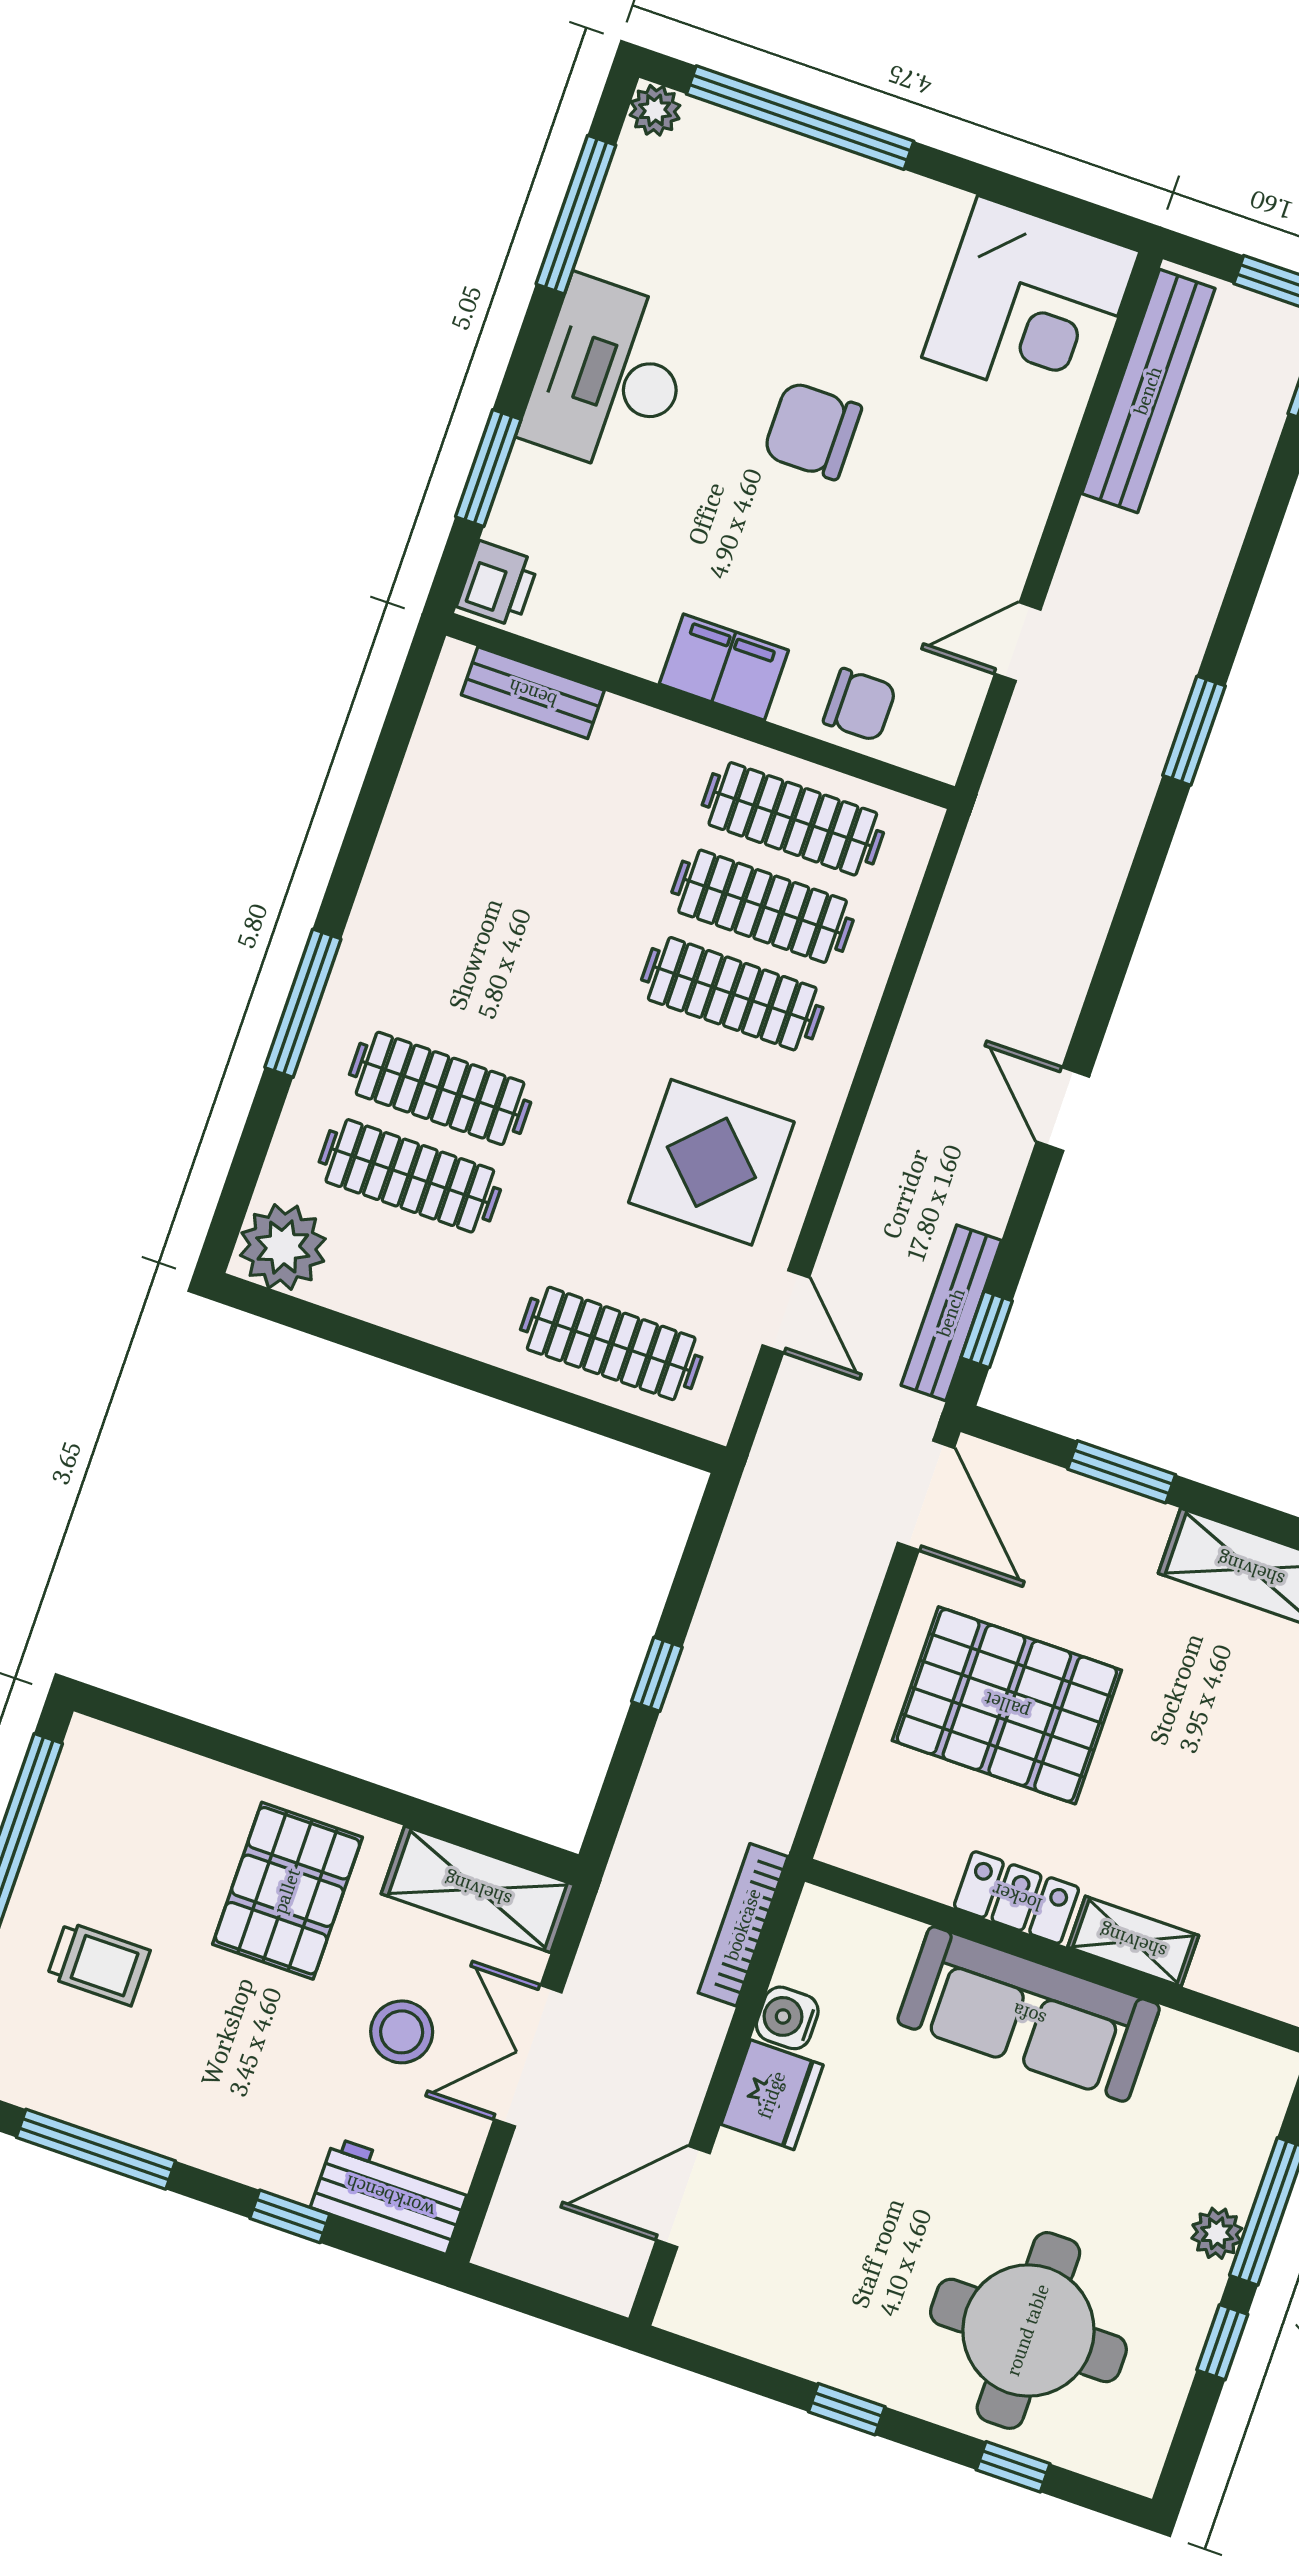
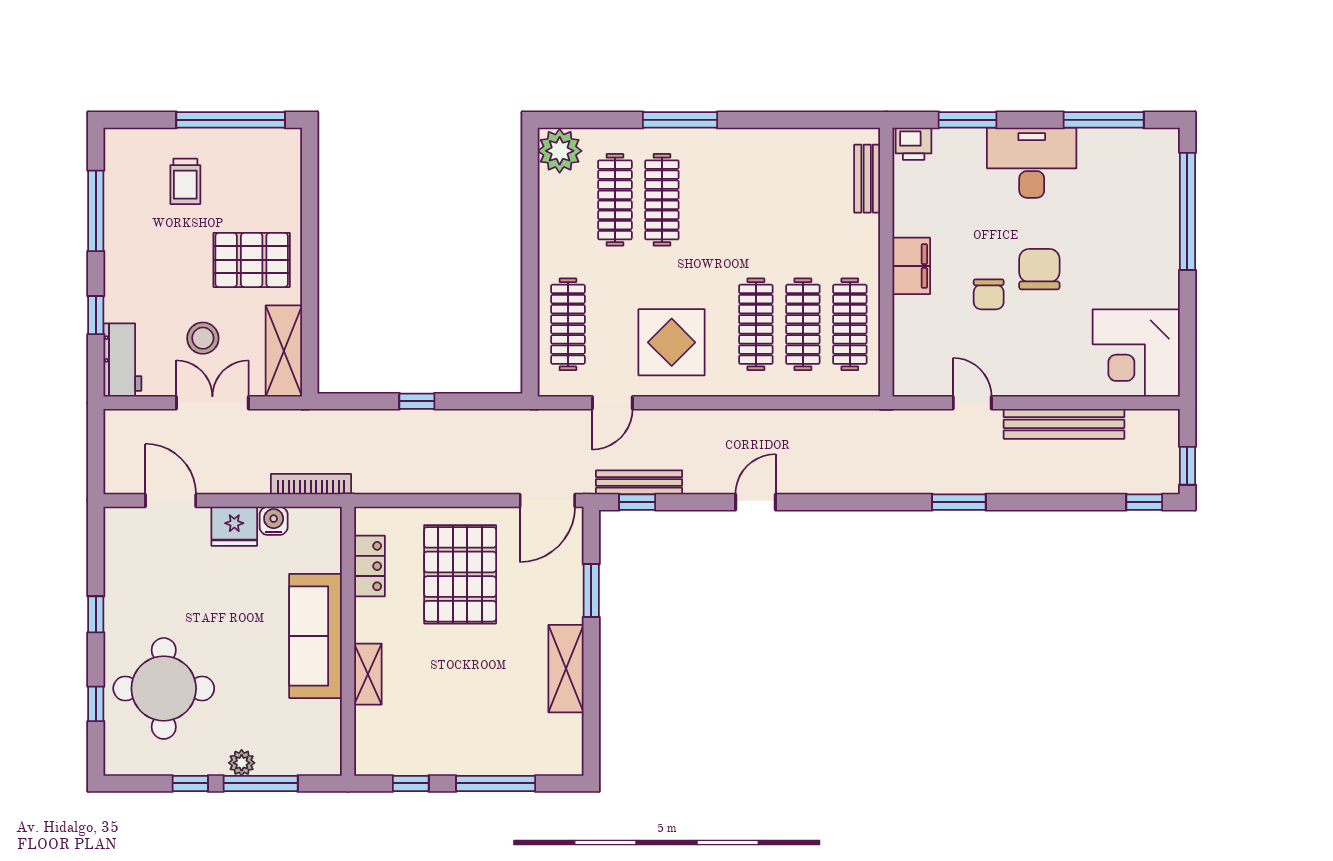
plant: (655, 110) -> (1167, 140), removed
bench: (1148, 391) -> (1064, 424), moved
chair: (860, 705) -> (989, 294), moved
locker: (1017, 1897) -> (370, 566), moved

